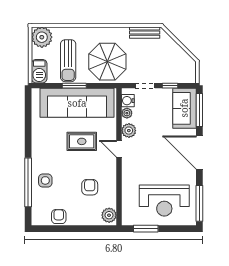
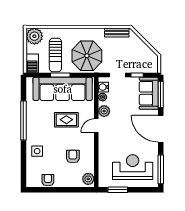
door: (119, 149) -> (96, 126), hinge flipped
window: (28, 182) -> (23, 120), moved
reception desk: (164, 200) -> (133, 167), turned 180

